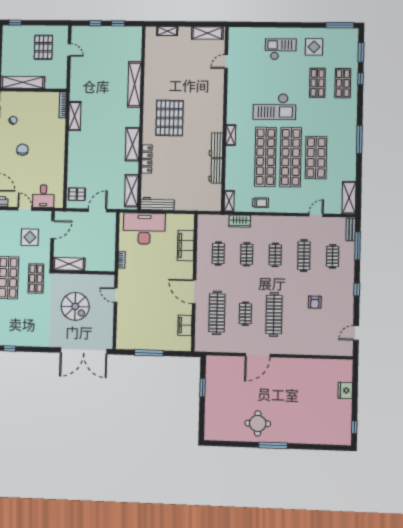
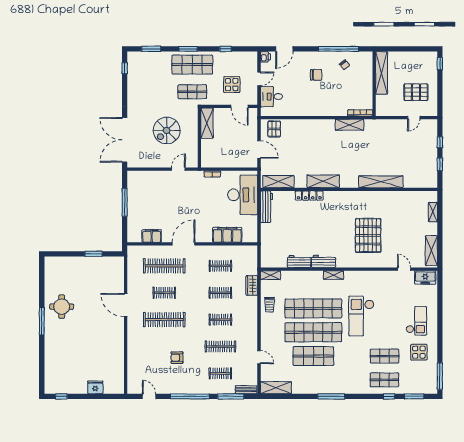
freezer: (235, 40) -> (425, 277), added
pallet: (170, 118) -> (368, 235), moved, turned 90
window: (357, 289) -> (190, 396), width x3.17

